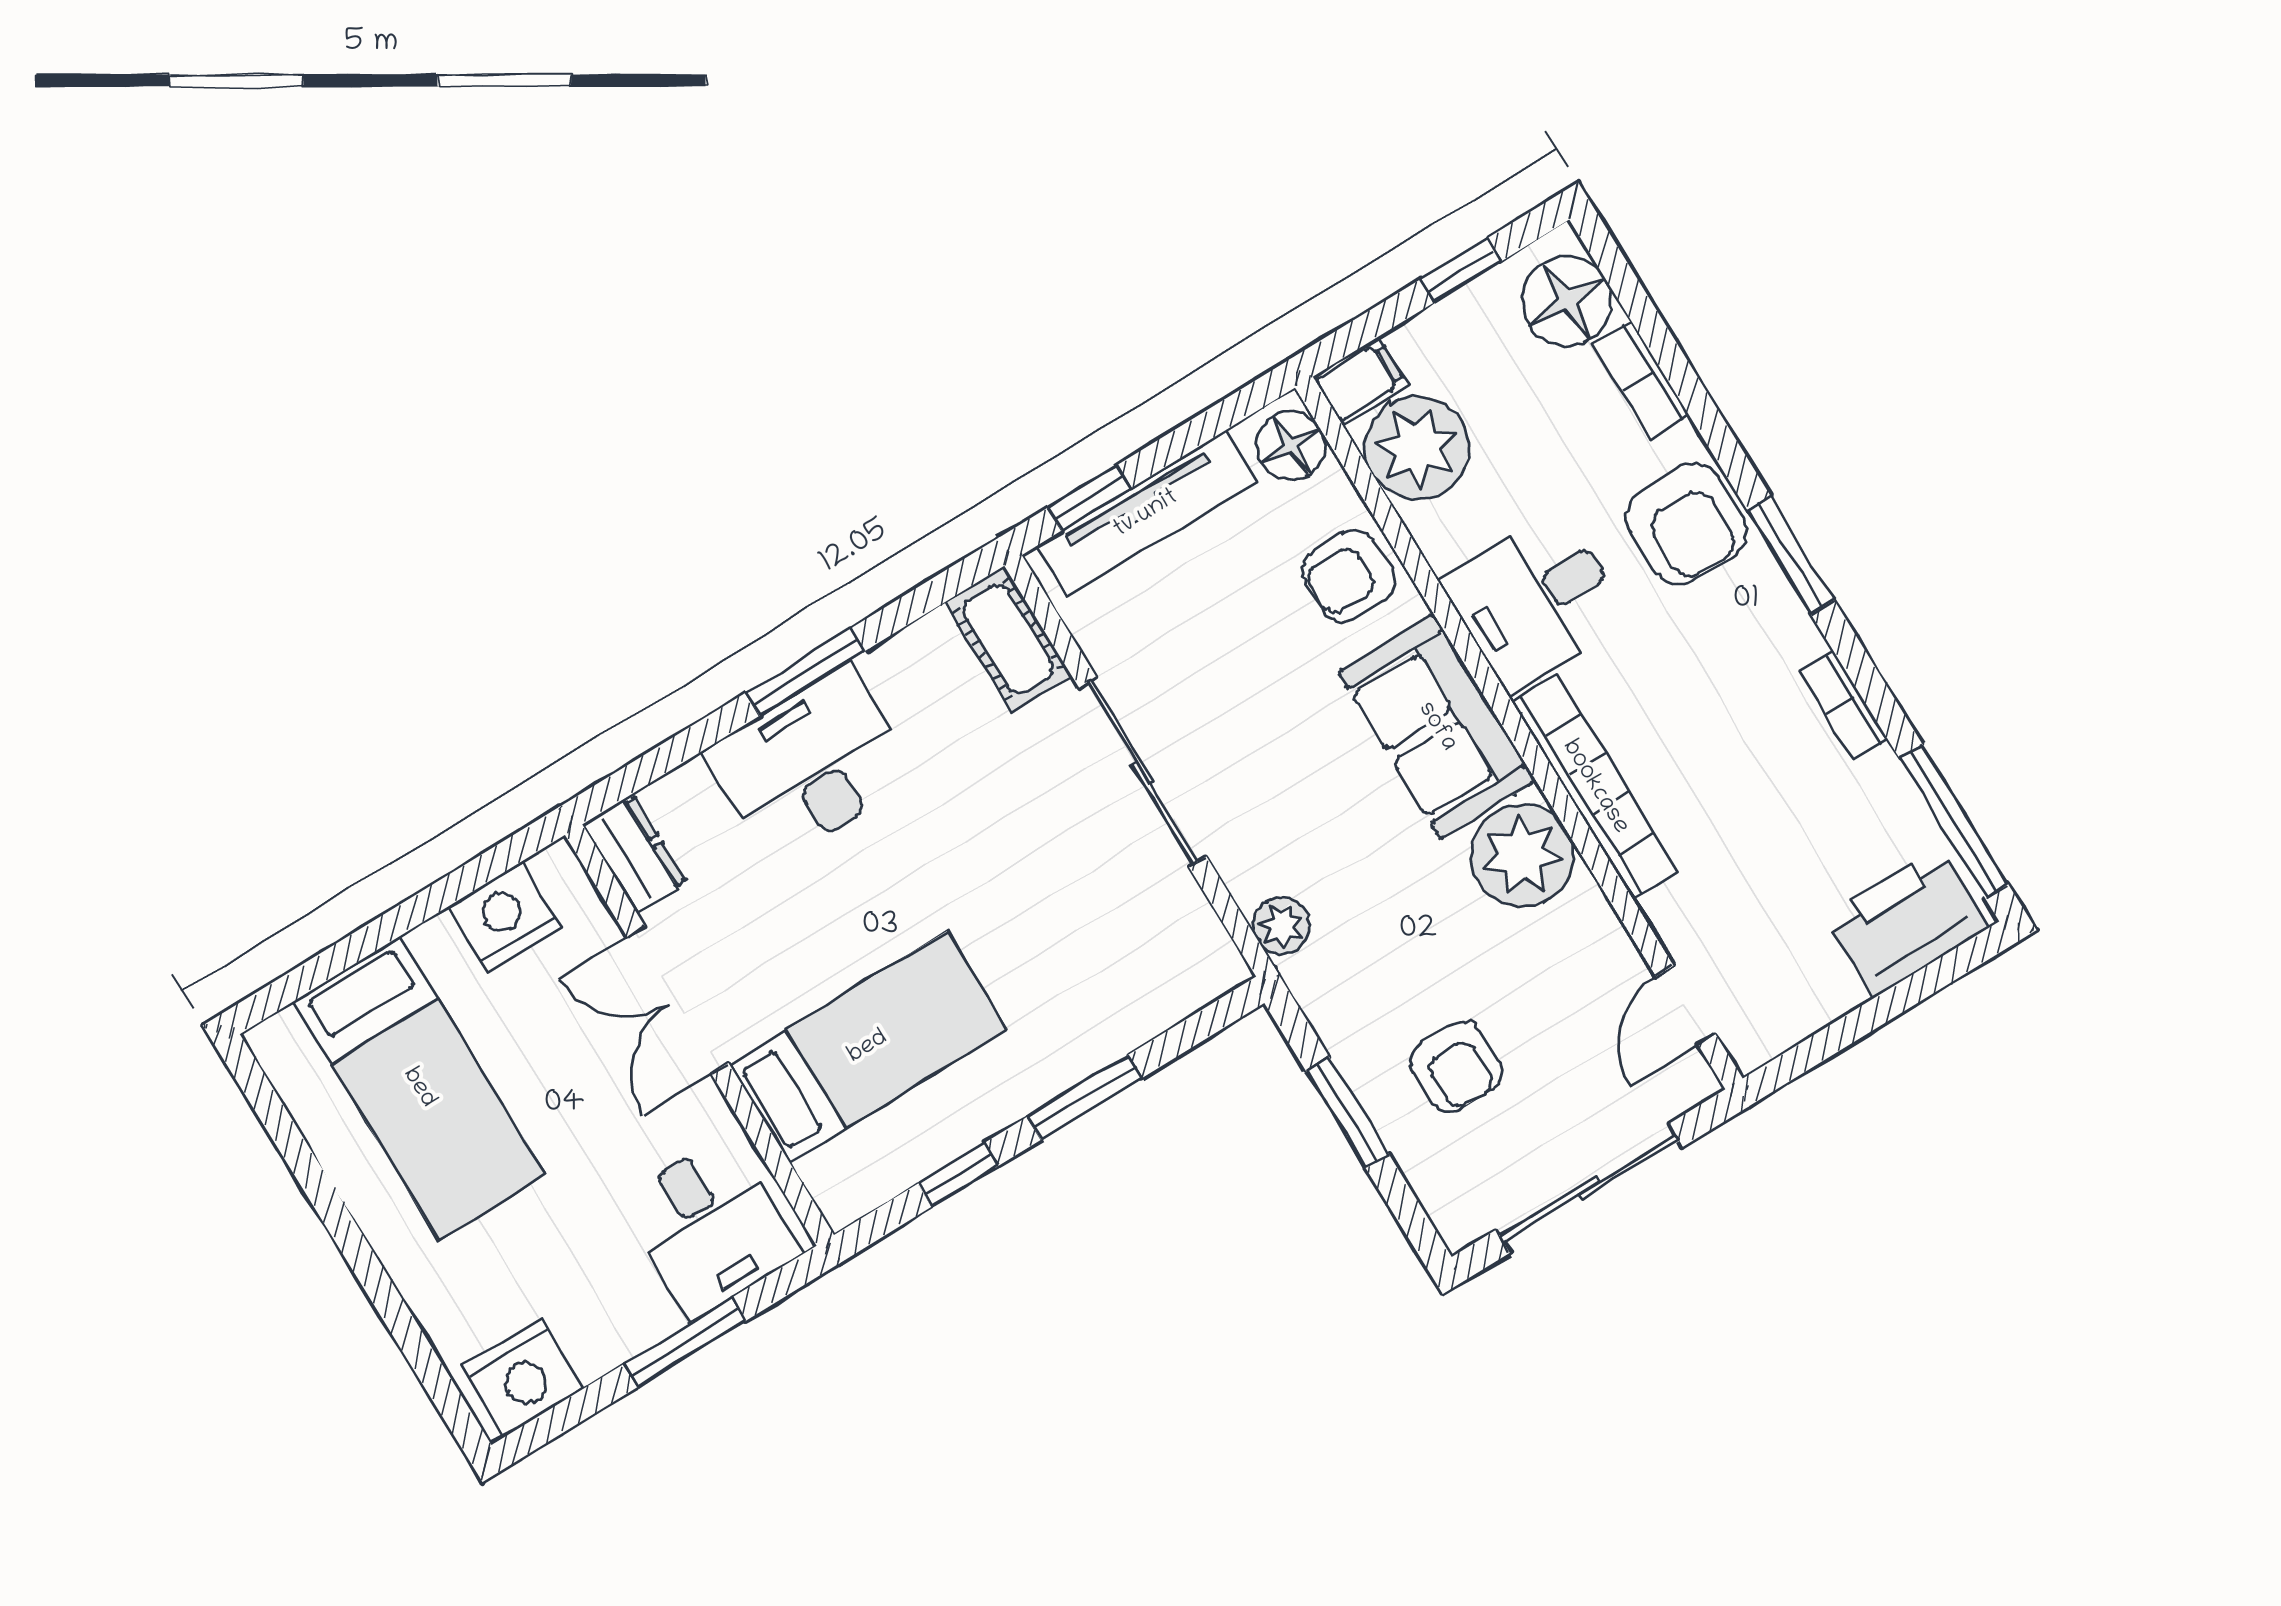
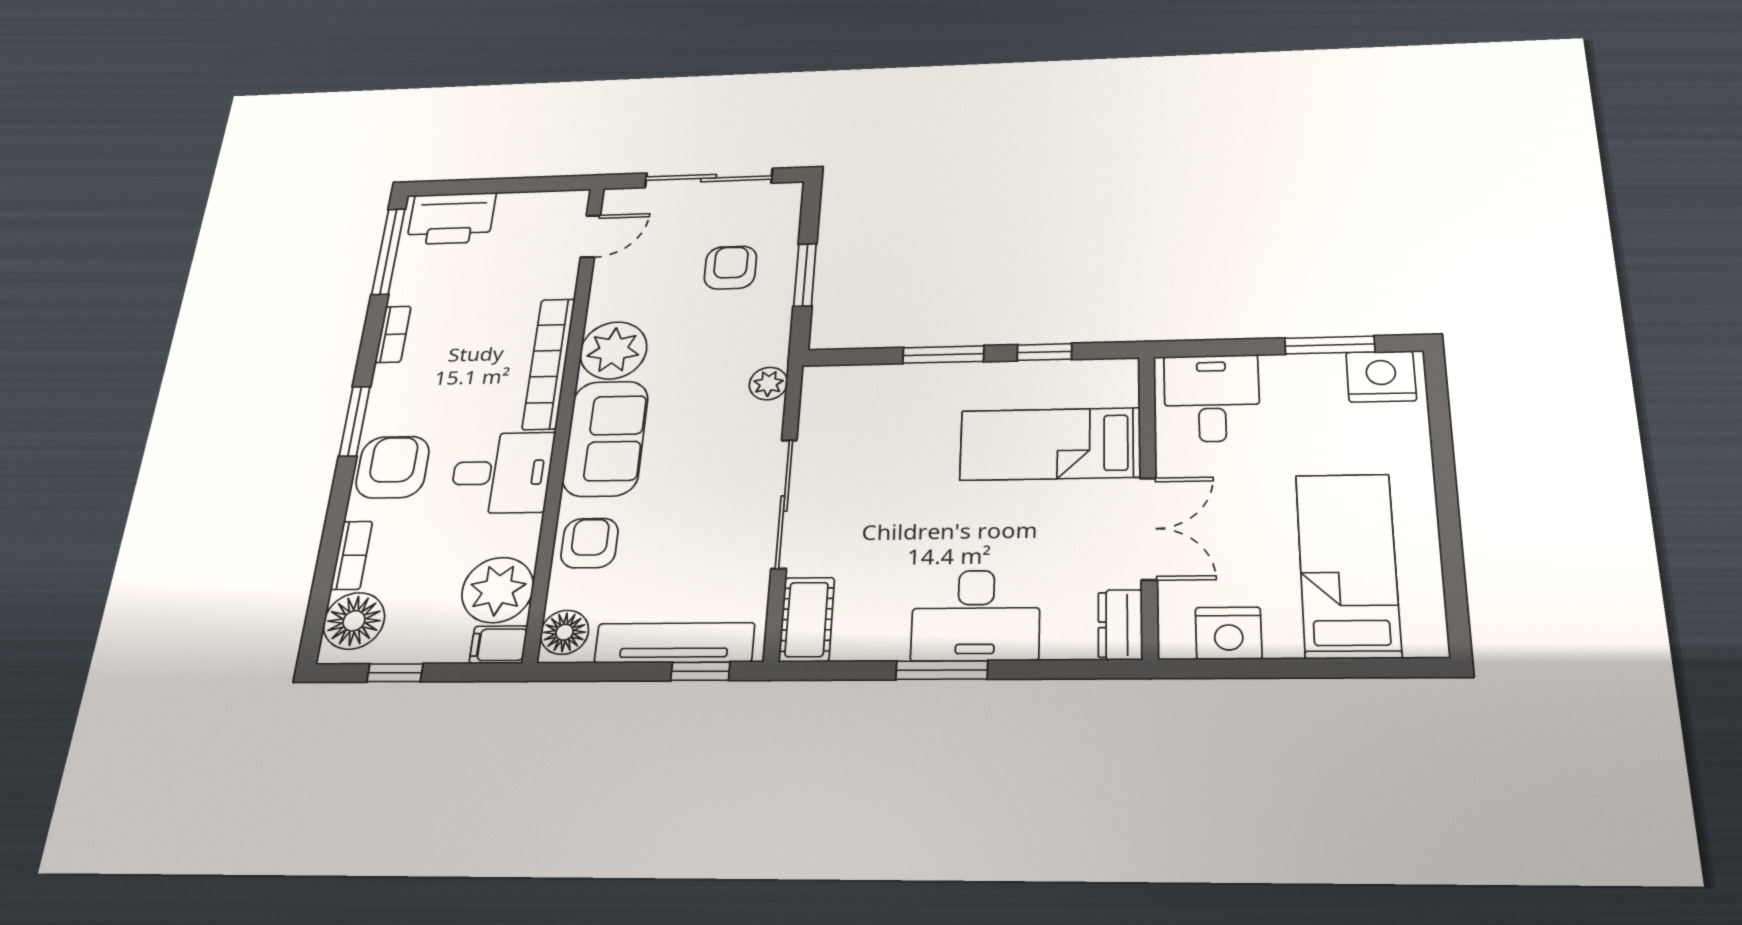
armchair: (1348, 576) -> (590, 543), turned -90
window: (685, 1342) -> (1330, 345), moved

